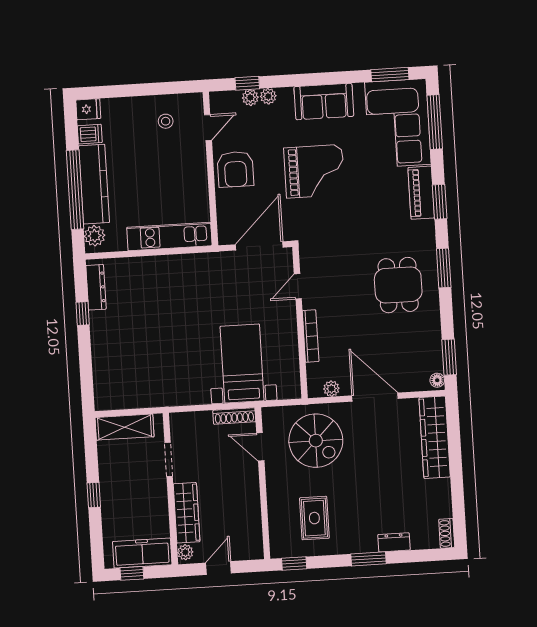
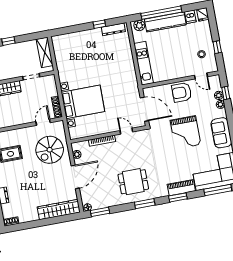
window: (155, 89) -> (217, 47), added
bed with nightstands: (242, 363) -> (83, 102), width x1.36

